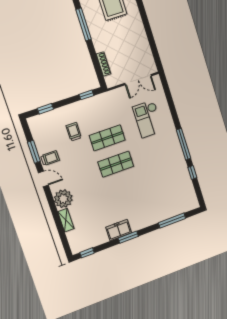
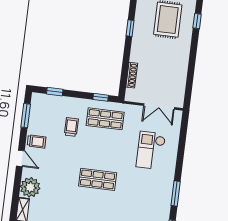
window: (84, 24) -> (130, 28), width x0.46
shop shelf: (107, 138) -> (105, 119), moved
window: (183, 144) -> (176, 194), width x0.69
window: (34, 152) -> (26, 116), moved

